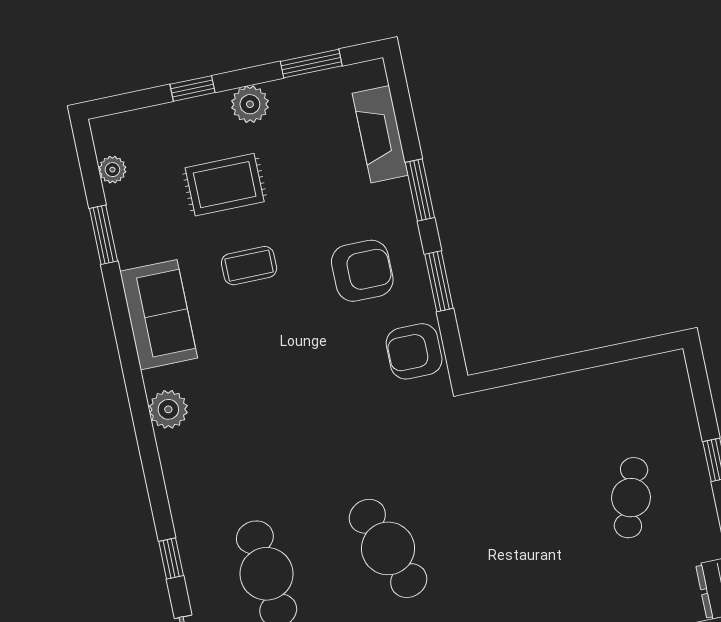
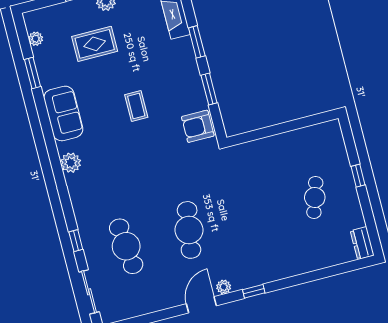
coffee table: (249, 266) -> (136, 106), moved, turned 90
armchair: (362, 271) -> (169, 85), removed
cafe table: (388, 548) -> (189, 230), turned 30

